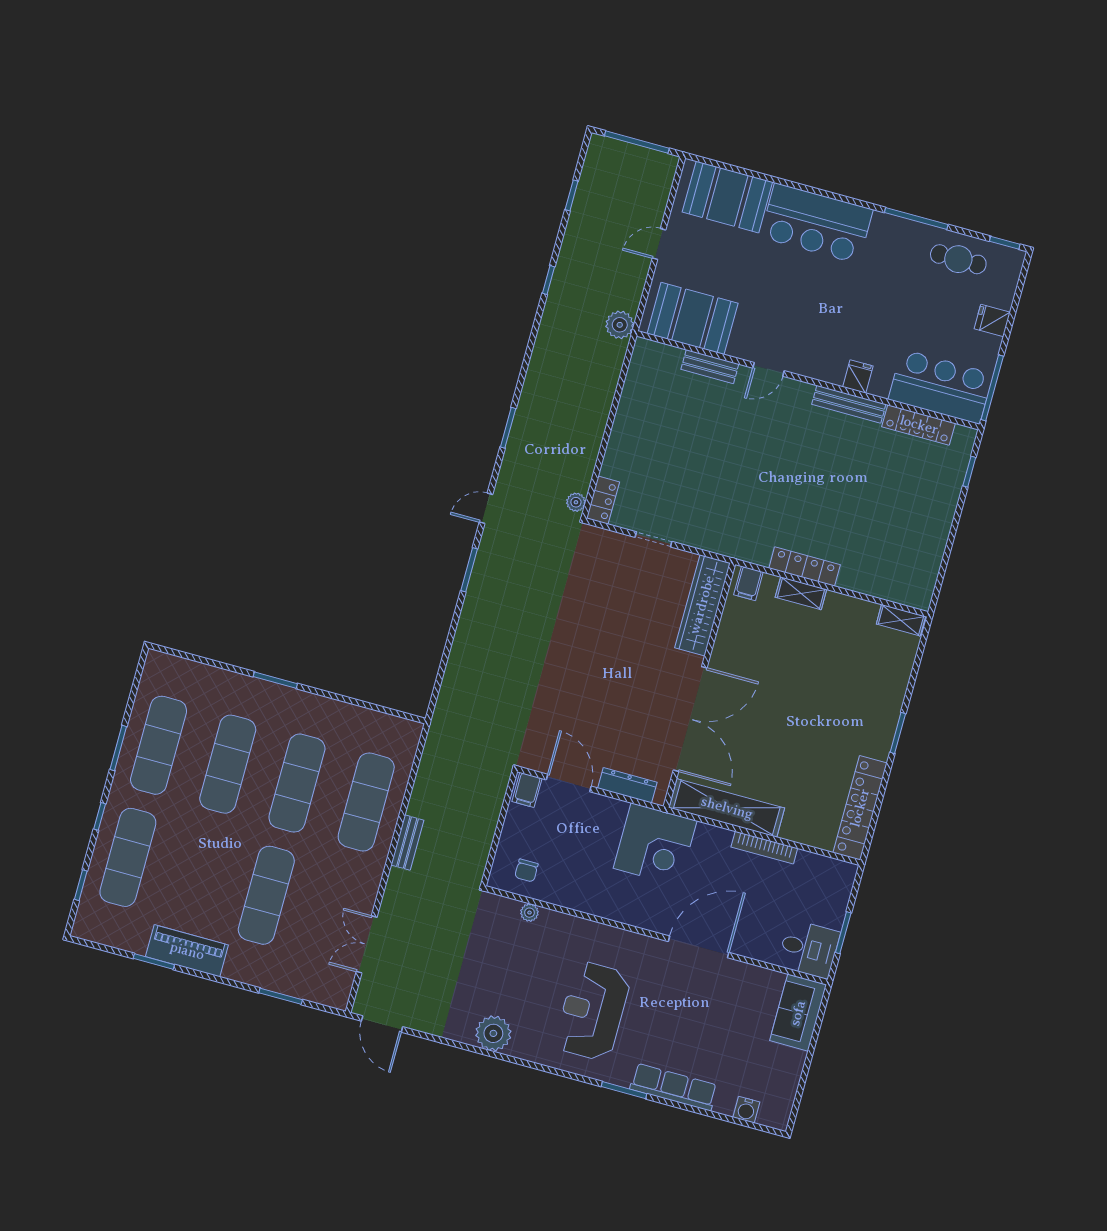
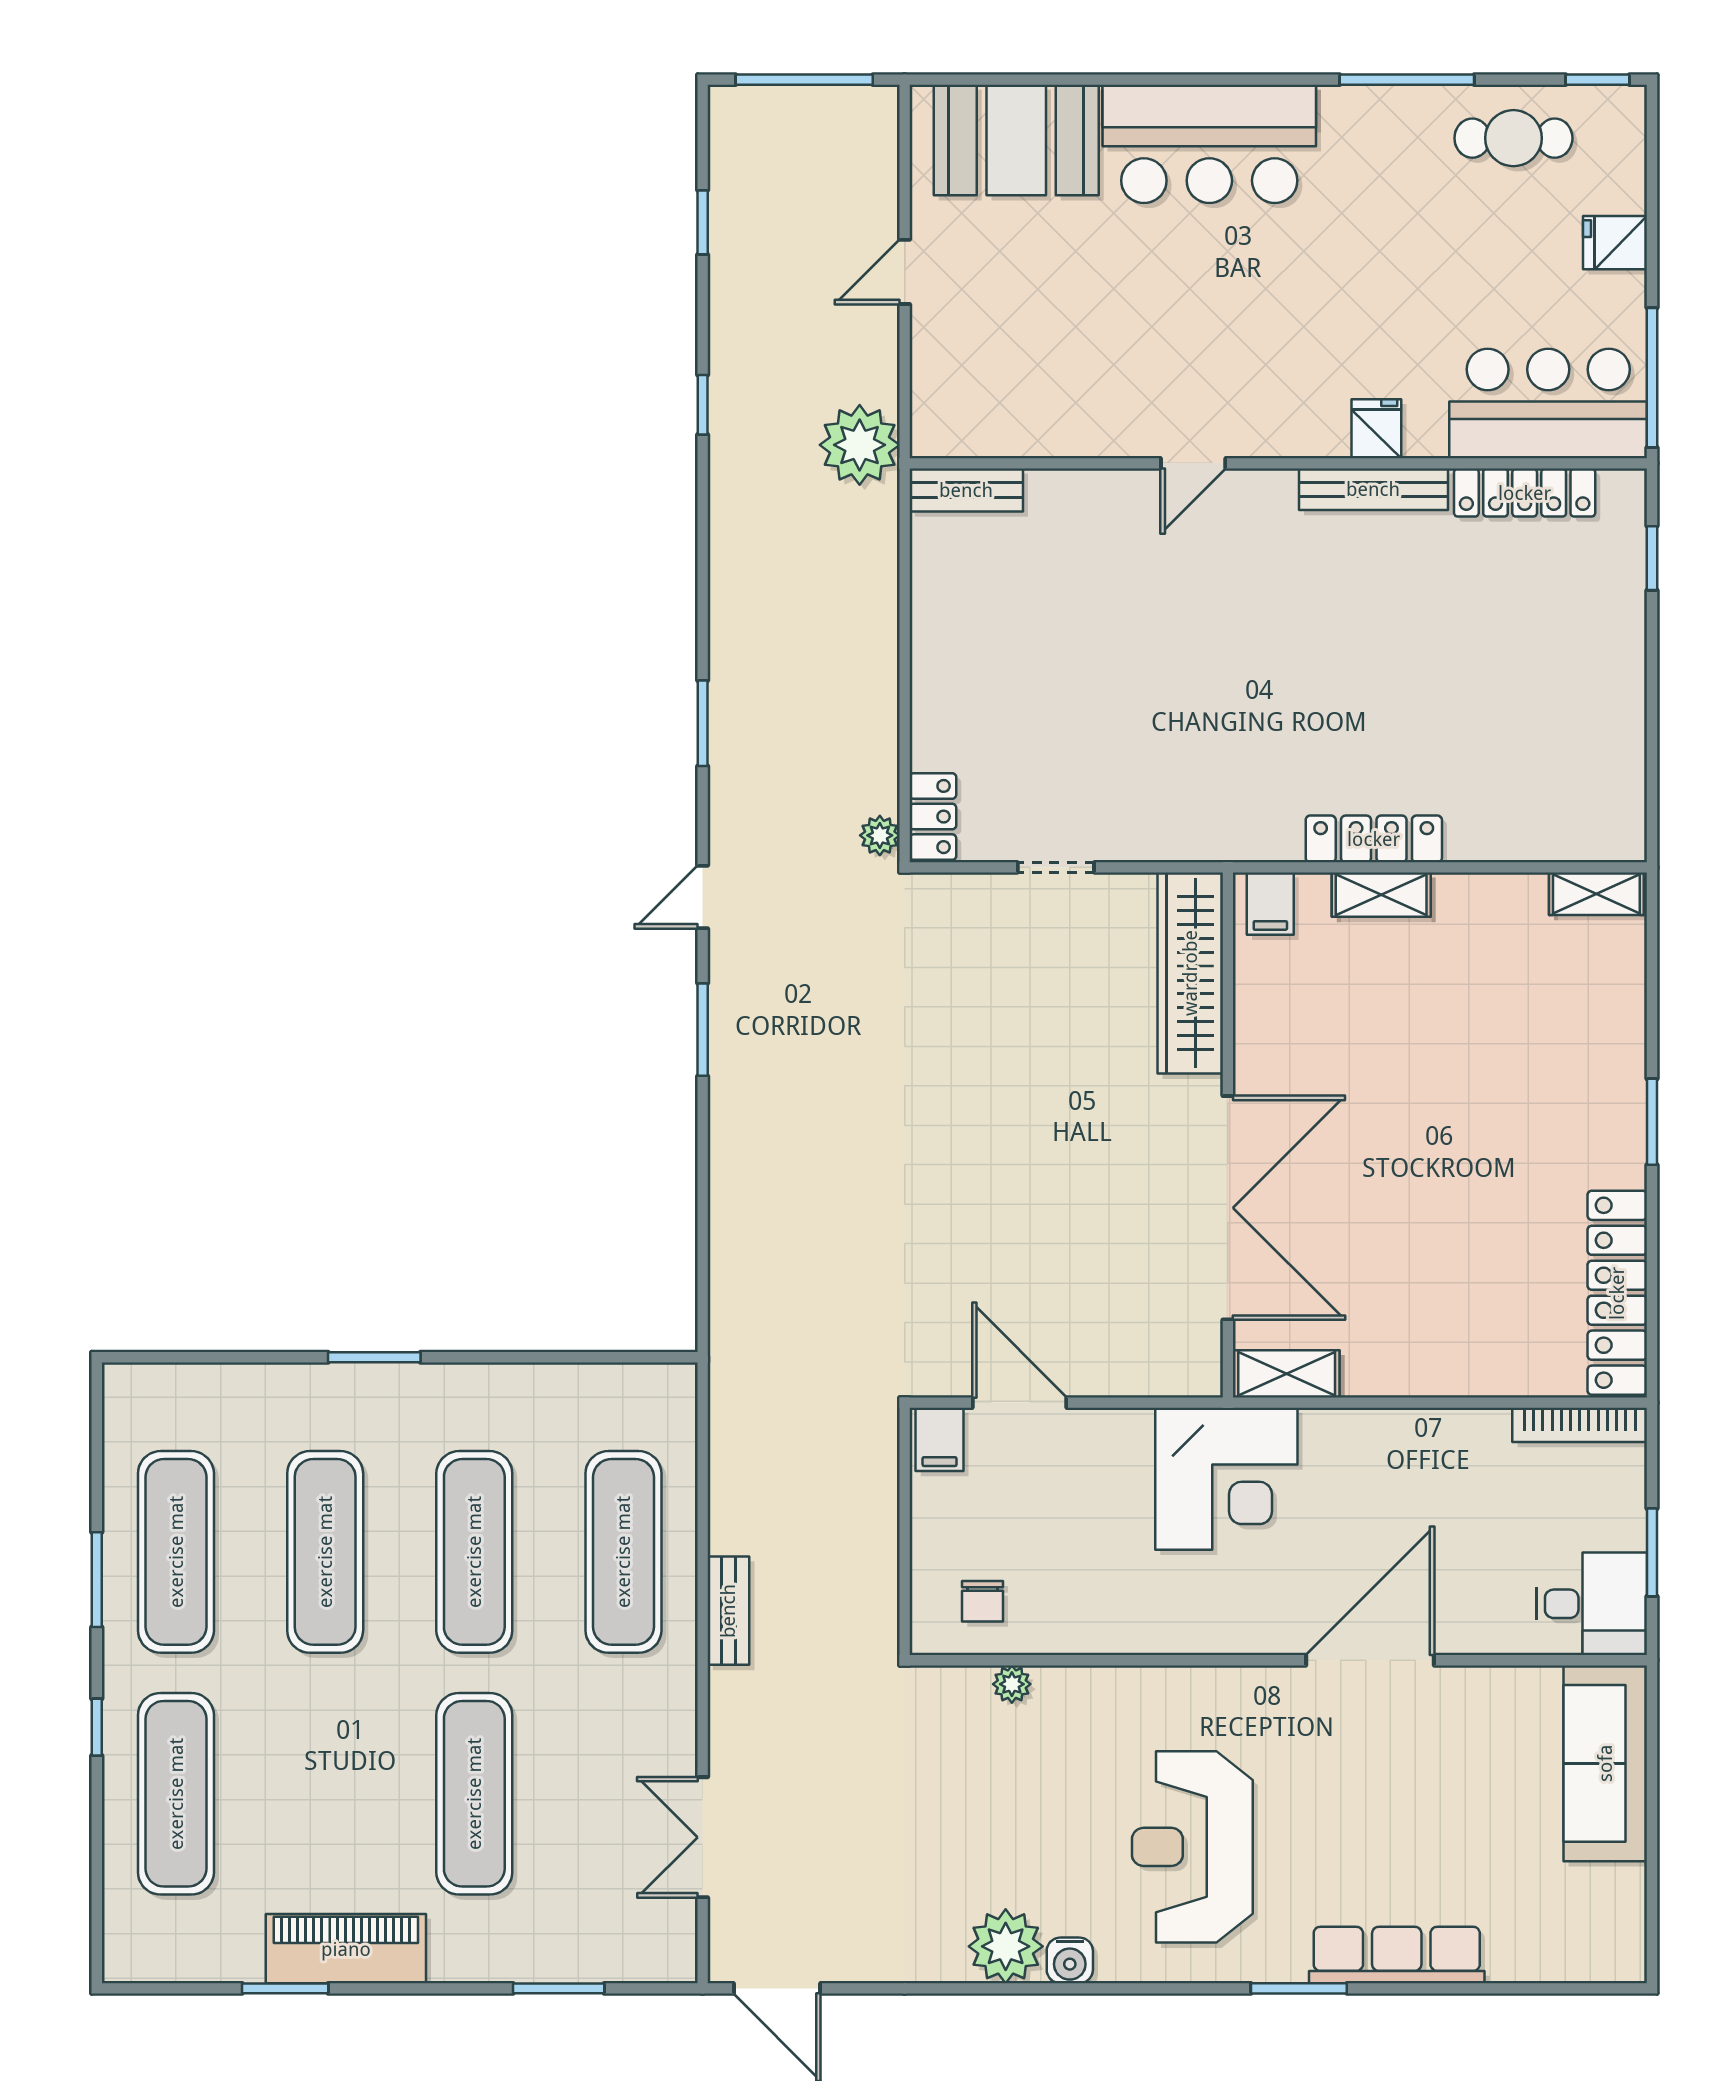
booth: (693, 318) -> (1013, 403), removed
plant: (620, 325) -> (860, 445), width x1.36, depth x1.36
bench: (710, 367) -> (966, 490), moved
dresser: (627, 785) -> (1138, 1375), removed
shelving: (727, 808) -> (1287, 1374), width x0.45, depth x0.75
bookcase: (764, 848) -> (1580, 1425), moved
window: (81, 885) -> (97, 1875), removed
sofa: (798, 1013) -> (1605, 1763), width x1.36
water cooler: (746, 1110) -> (1070, 1960), moved

